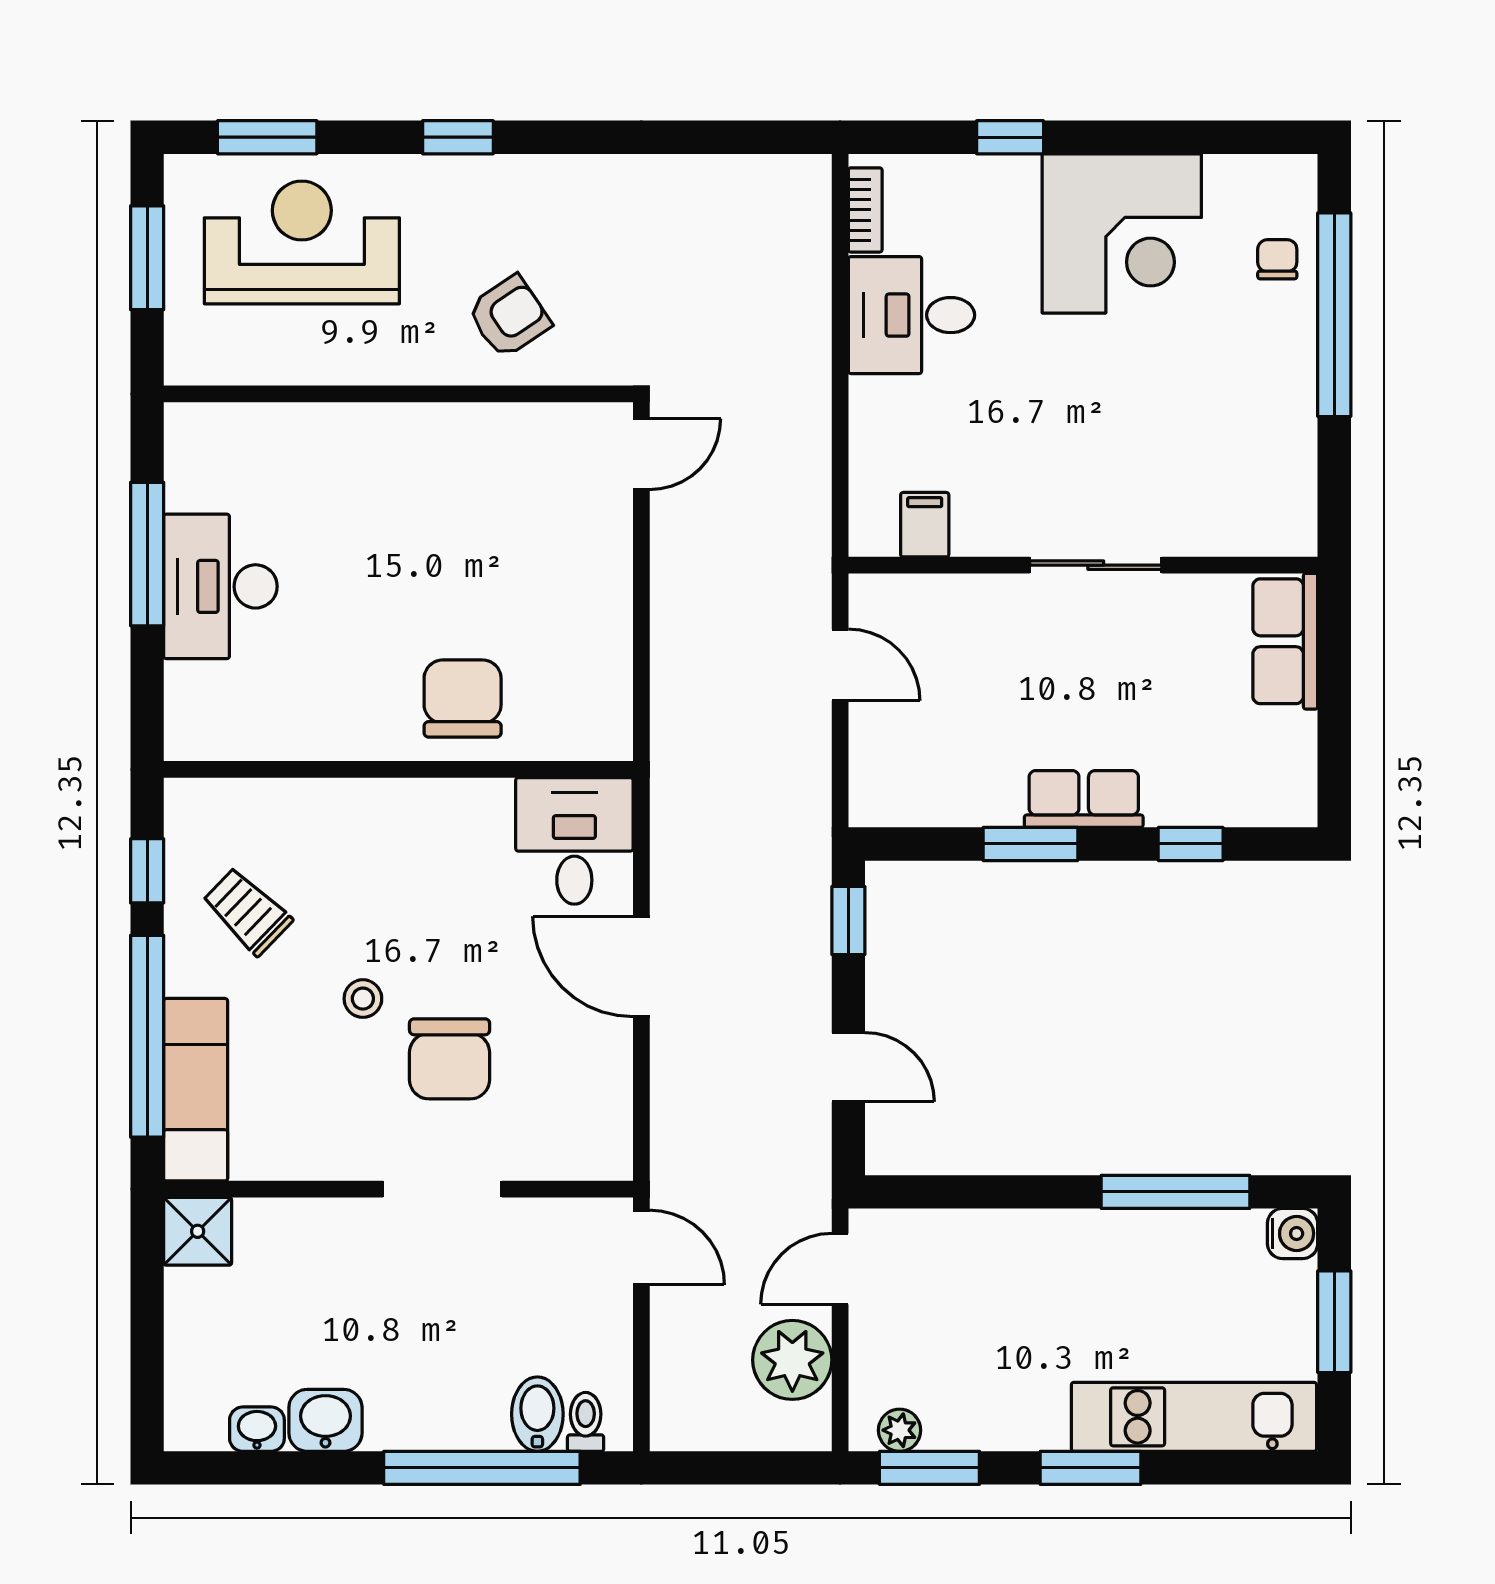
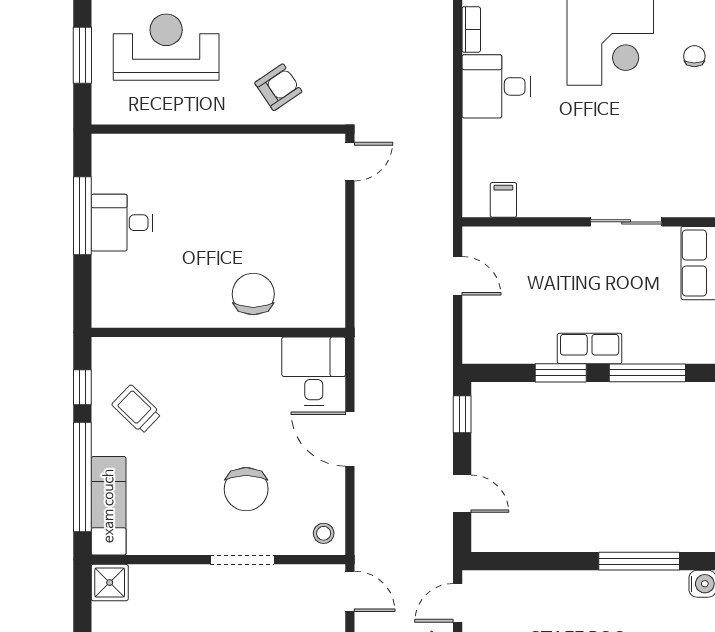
sliding door: (1096, 565) -> (626, 222), moved
desk: (220, 586) -> (122, 223), width x0.73
window: (1191, 844) -> (647, 373), width x2.17
stool: (363, 999) -> (324, 533), moved

